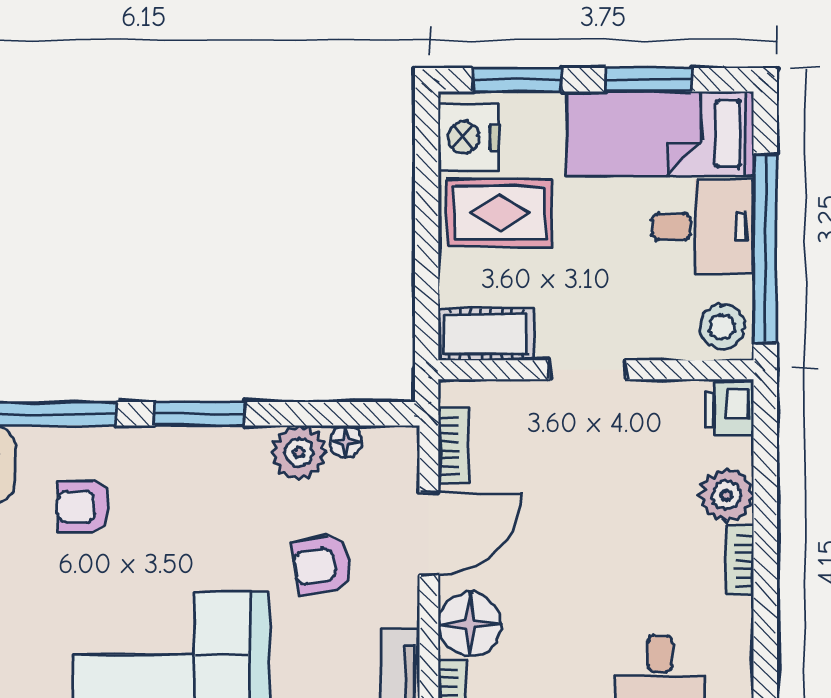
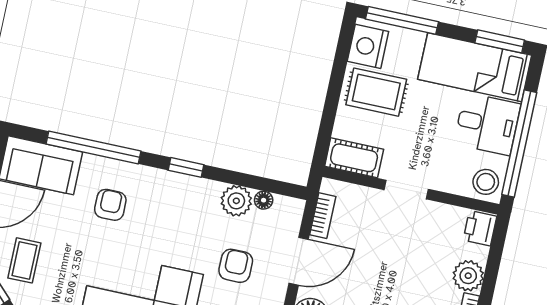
window: (517, 80) -> (402, 20), width x1.44
window: (649, 80) -> (500, 41), moved
window: (200, 414) -> (186, 167), width x0.67
armchair: (83, 506) -> (110, 205), turned 90
armchair: (322, 565) -> (236, 266), turned 100

